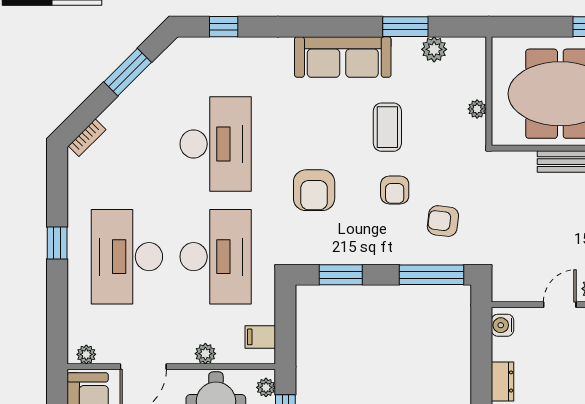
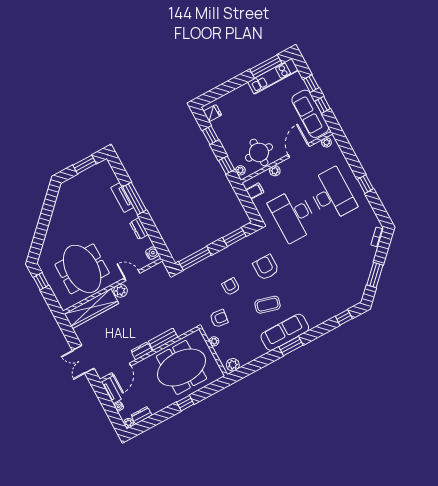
window: (405, 27) -> (291, 346), moved
plant: (434, 49) -> (233, 365), moved
coffee table: (387, 127) -> (268, 305), moved, turned -75
desk: (216, 144) -> (320, 264), removed
armchair: (443, 221) -> (219, 318), moved
door: (560, 305) -> (132, 276), swing flipped

